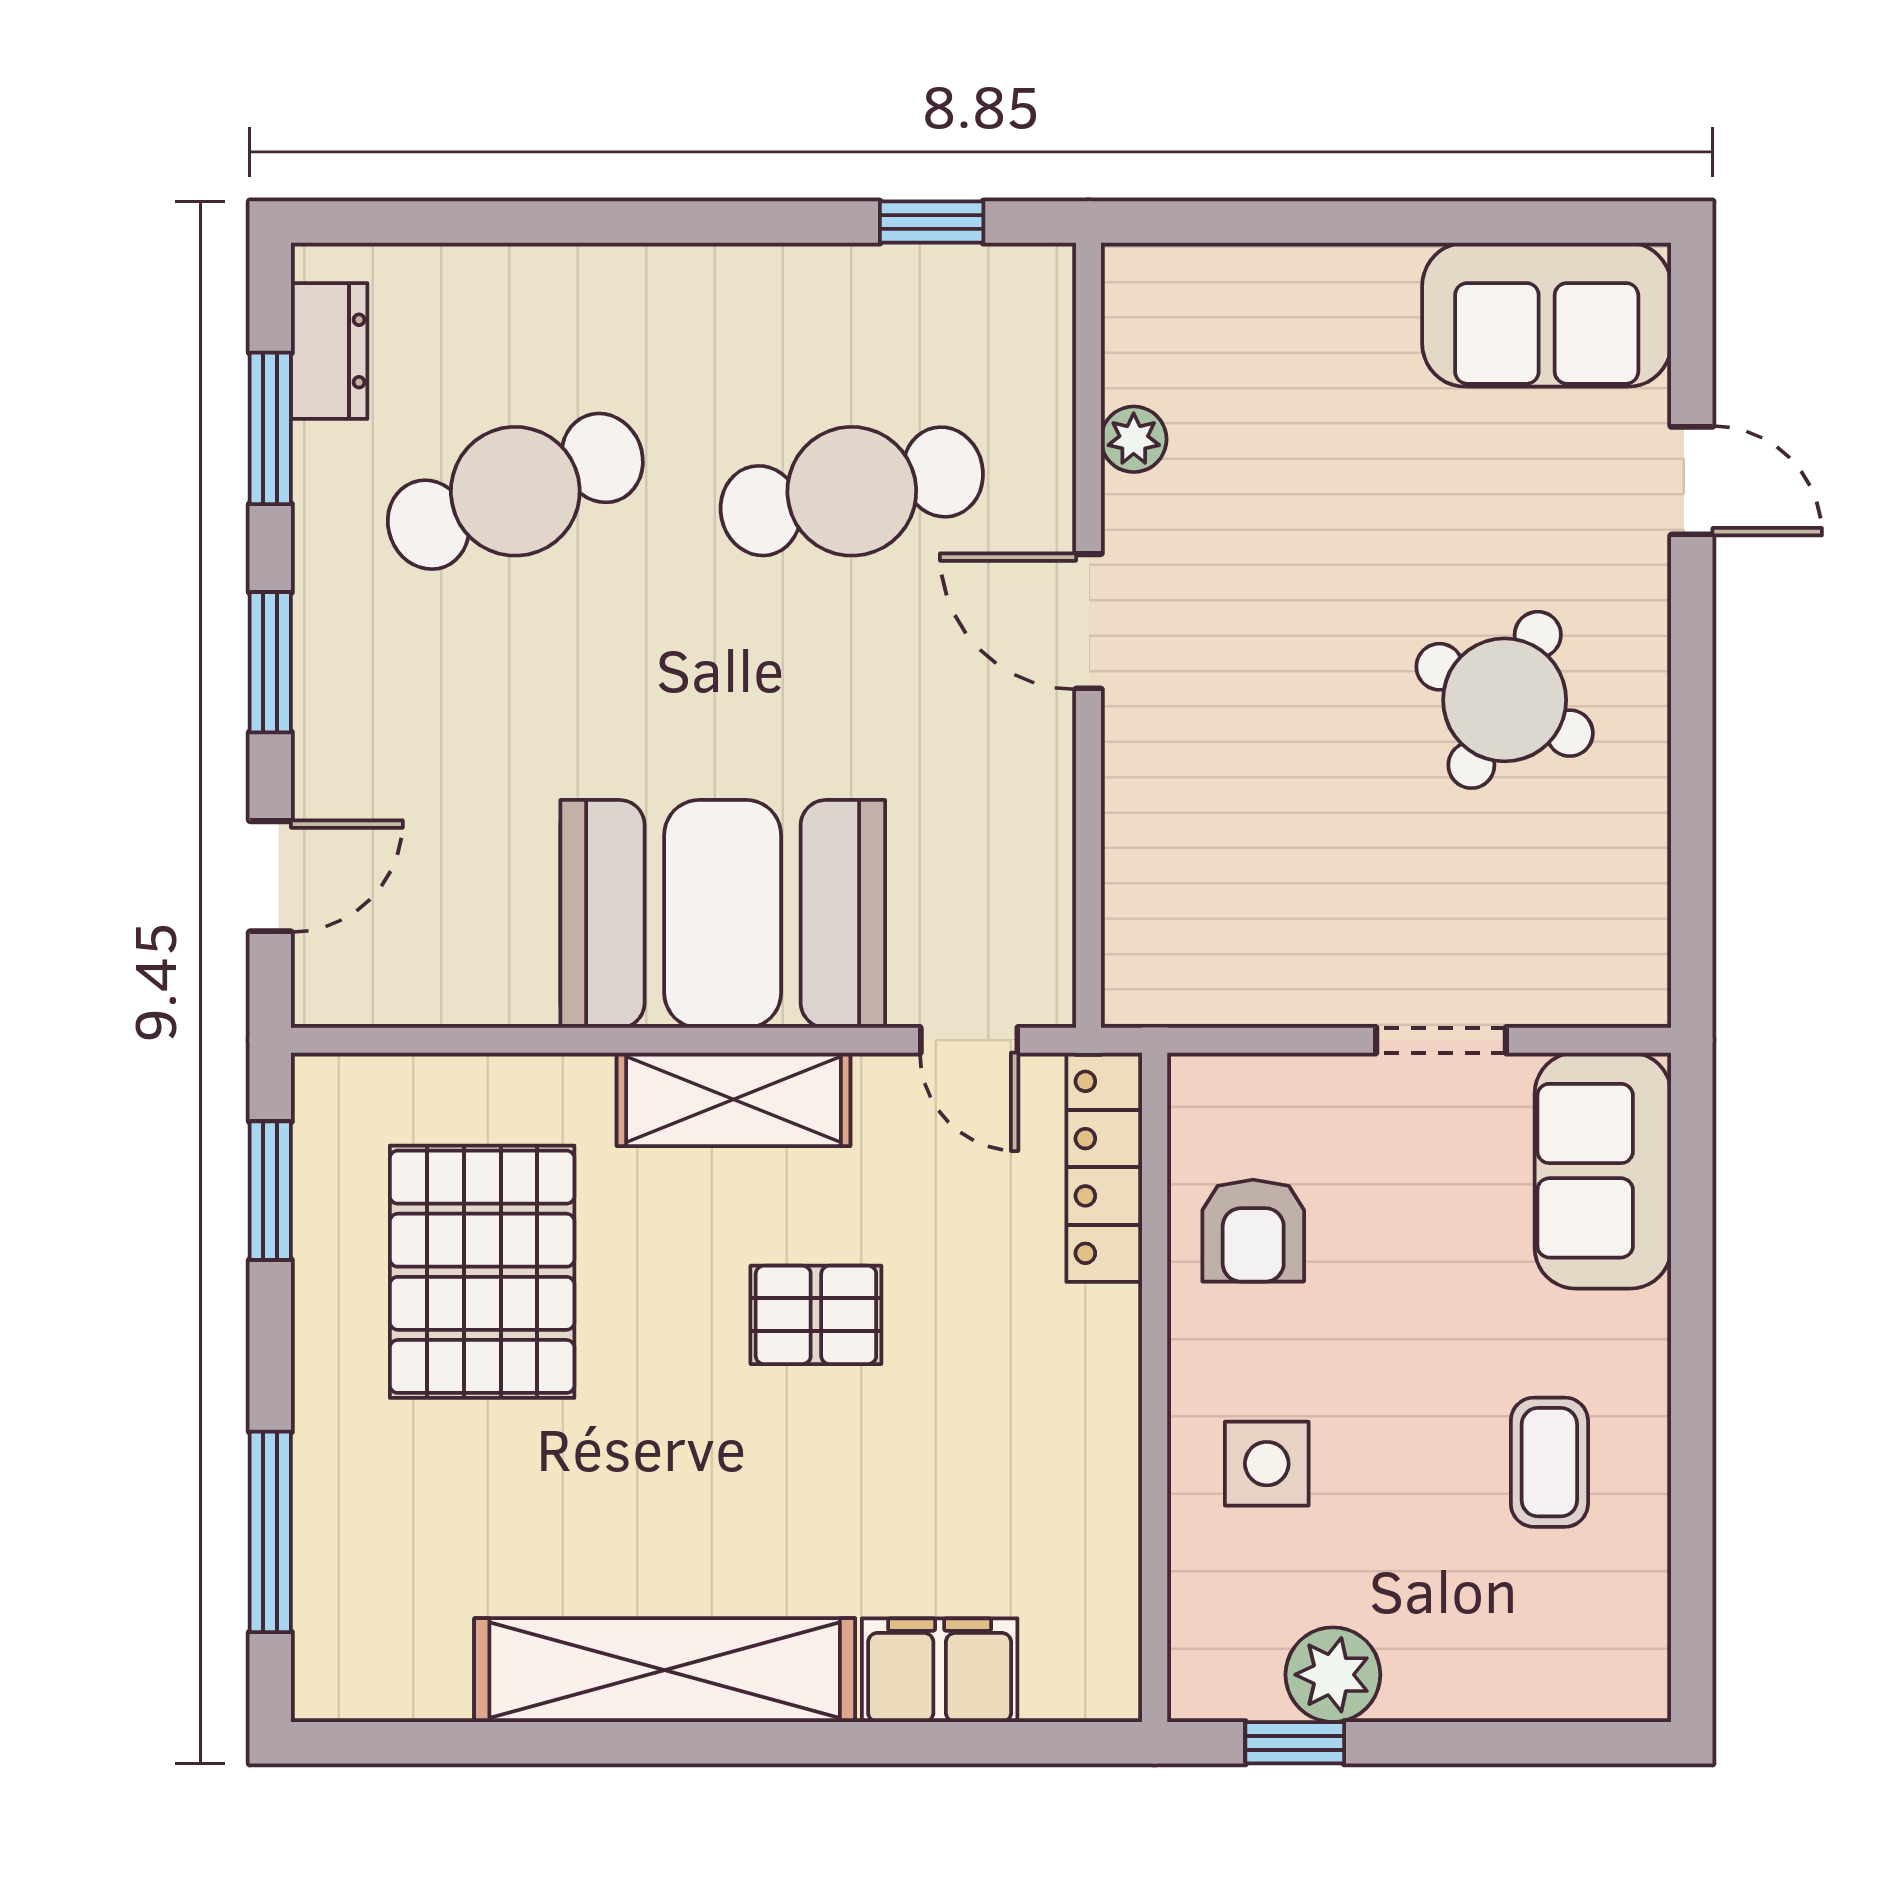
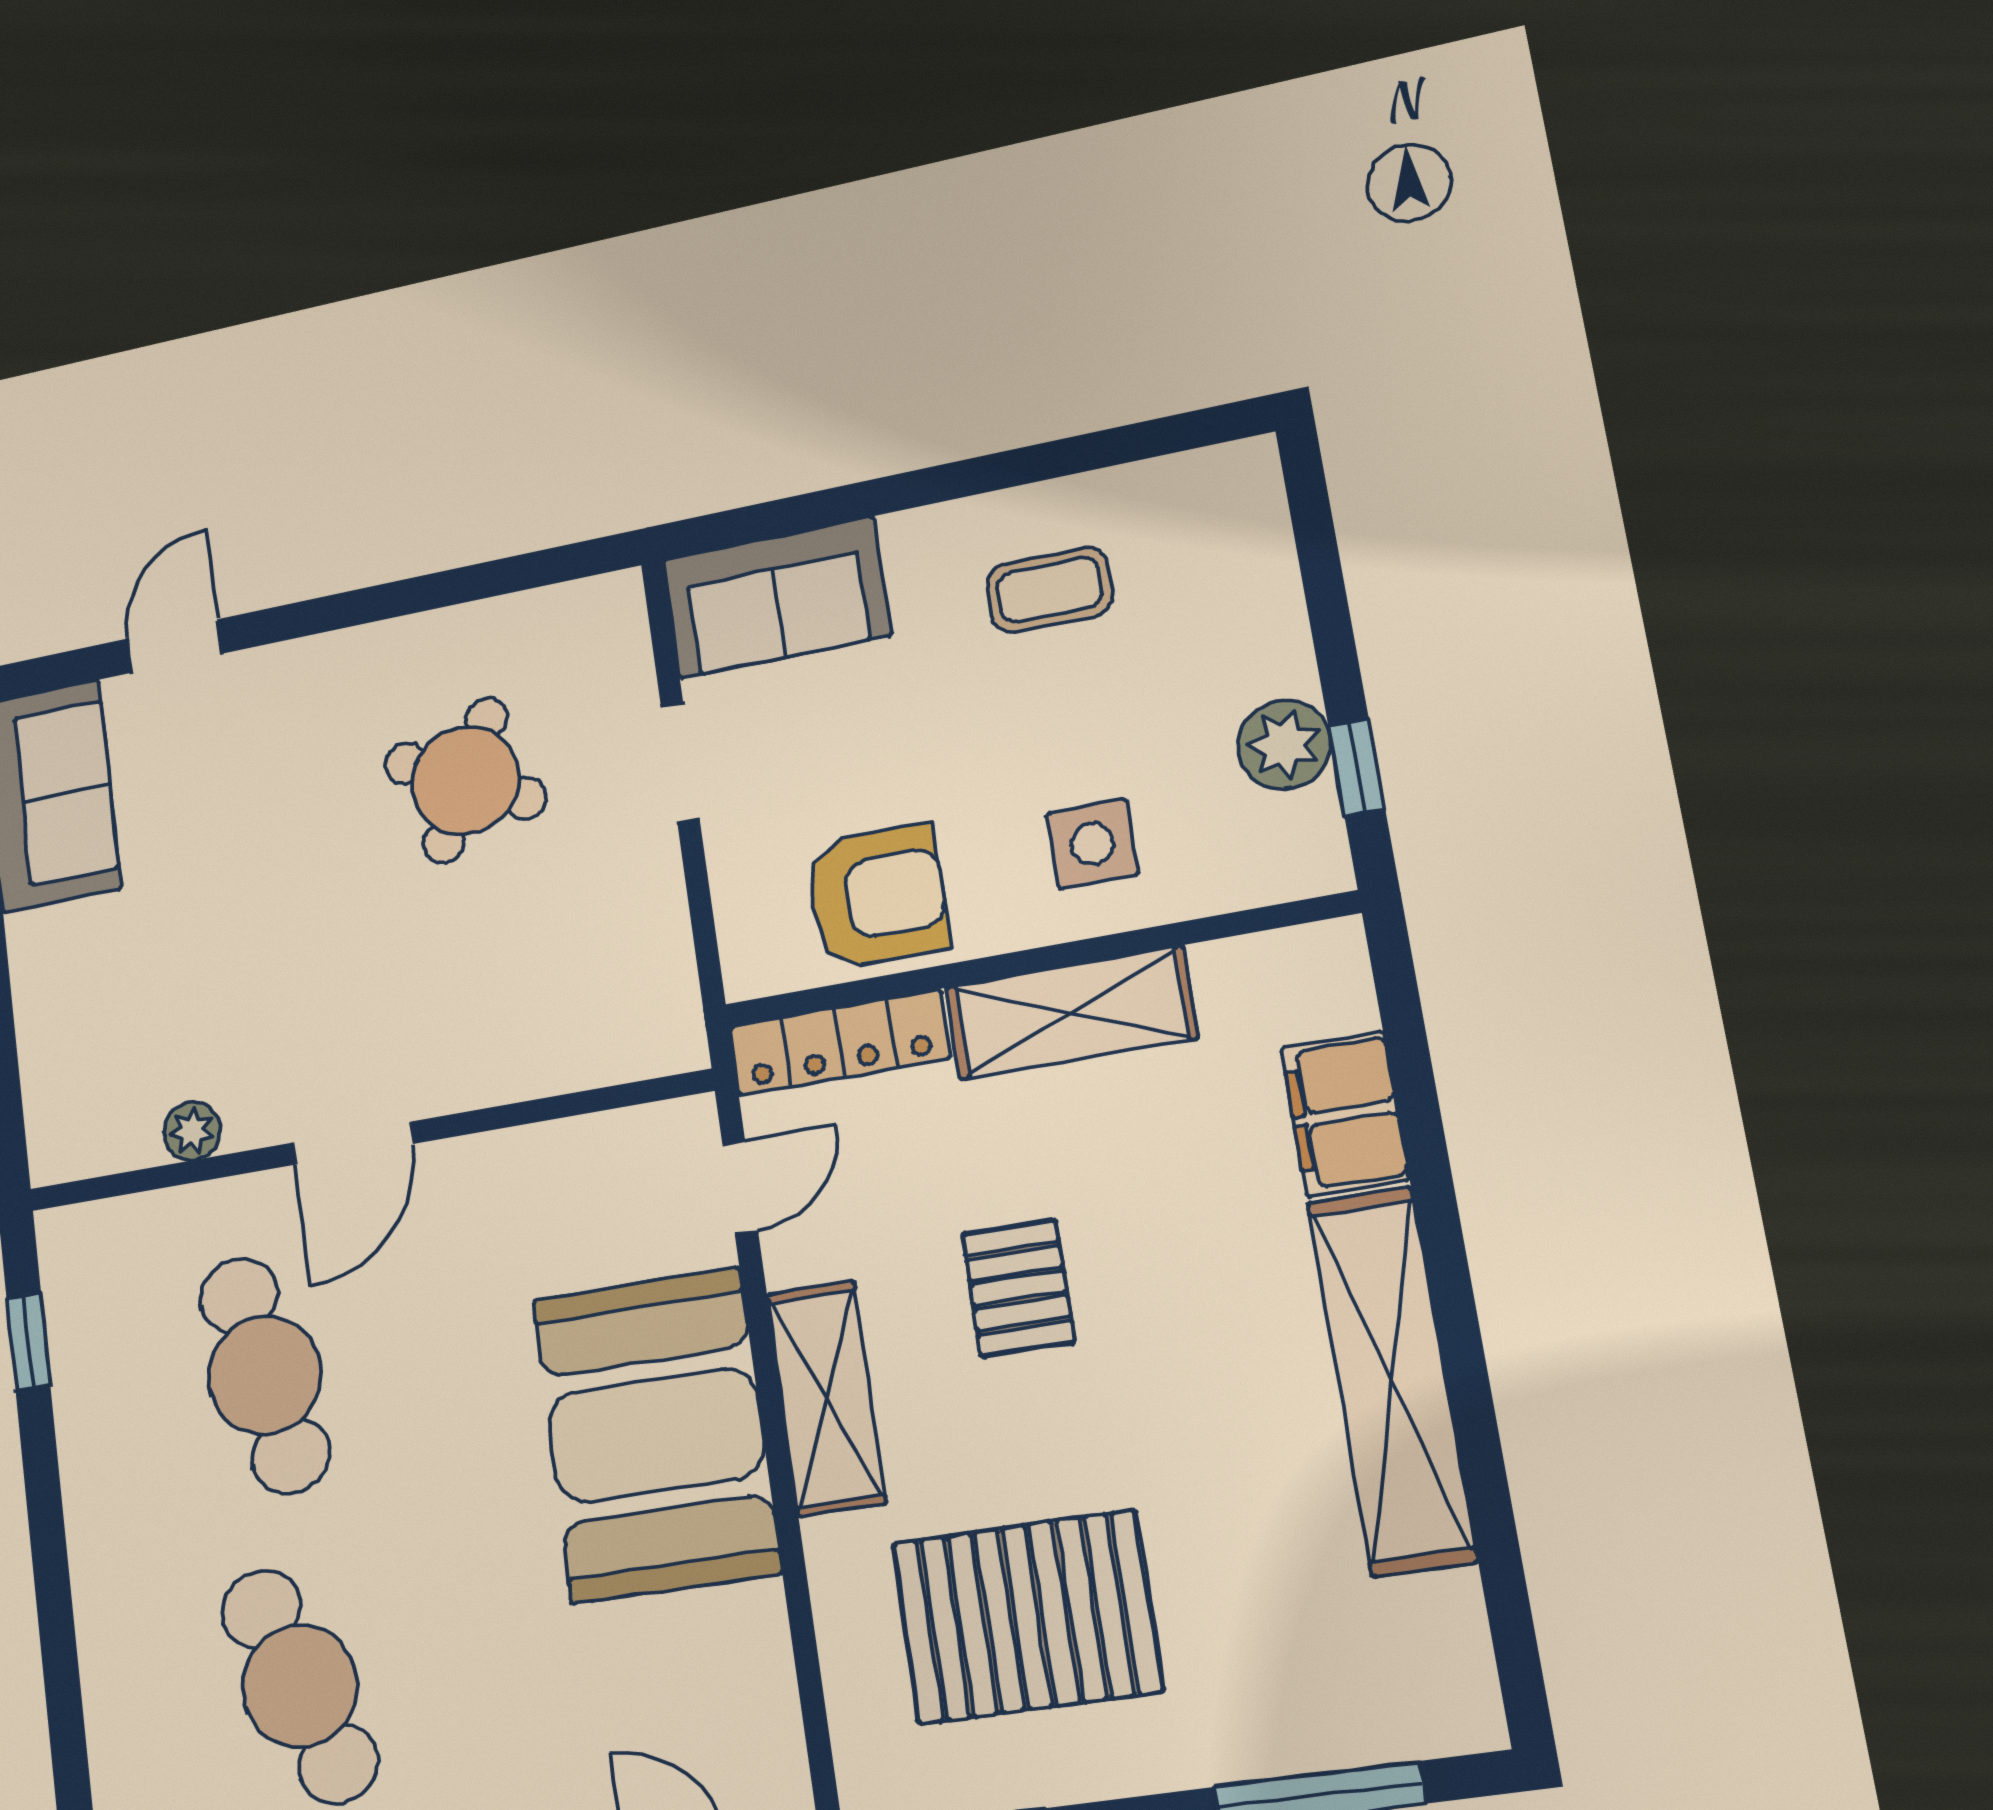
round table: (1505, 700) -> (465, 781), moved
armchair: (1253, 1231) -> (877, 897), width x1.38, depth x1.38
shelving: (1092, 1413) -> (1071, 1013), added

